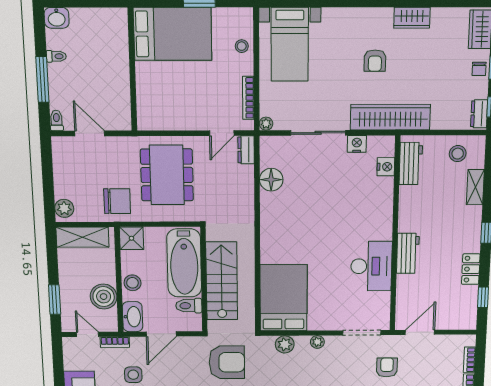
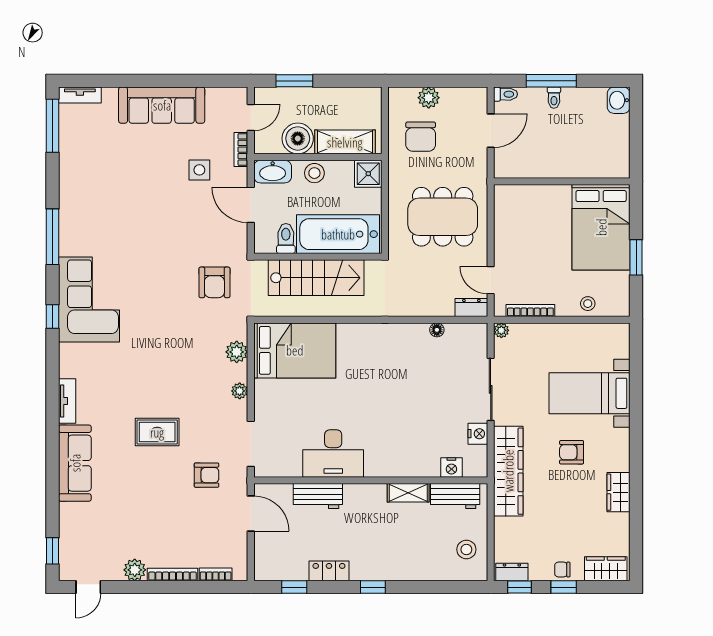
bed with nightstands: (290, 44) -> (589, 393), moved
toilet: (56, 56) -> (554, 98), moved
floor lamp: (271, 180) -> (437, 330), width x0.53, depth x0.53
shelving: (475, 187) -> (408, 493), moved
chair: (117, 201) -> (421, 137), moved
plant: (64, 208) -> (429, 98), moved
shelving: (82, 237) -> (345, 142), moved, turned 90
workbench: (408, 253) -> (318, 496), moved
armchair: (227, 362) -> (214, 282), width x0.73, depth x0.73

